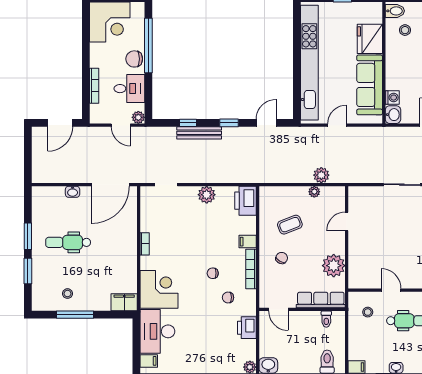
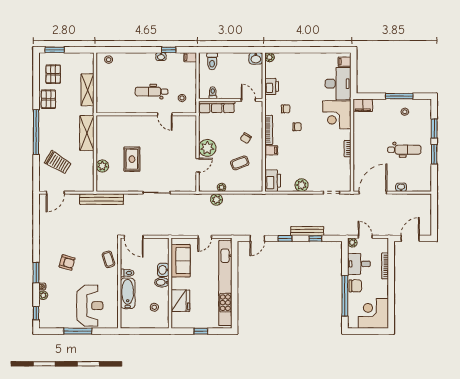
bidet: (395, 11) -> (162, 282), moved
sofa: (370, 85) -> (181, 261), width x0.73
washing machine: (392, 98) -> (164, 257), removed
washbasin: (393, 115) -> (163, 270), moved
plant: (334, 266) -> (207, 148), moved

